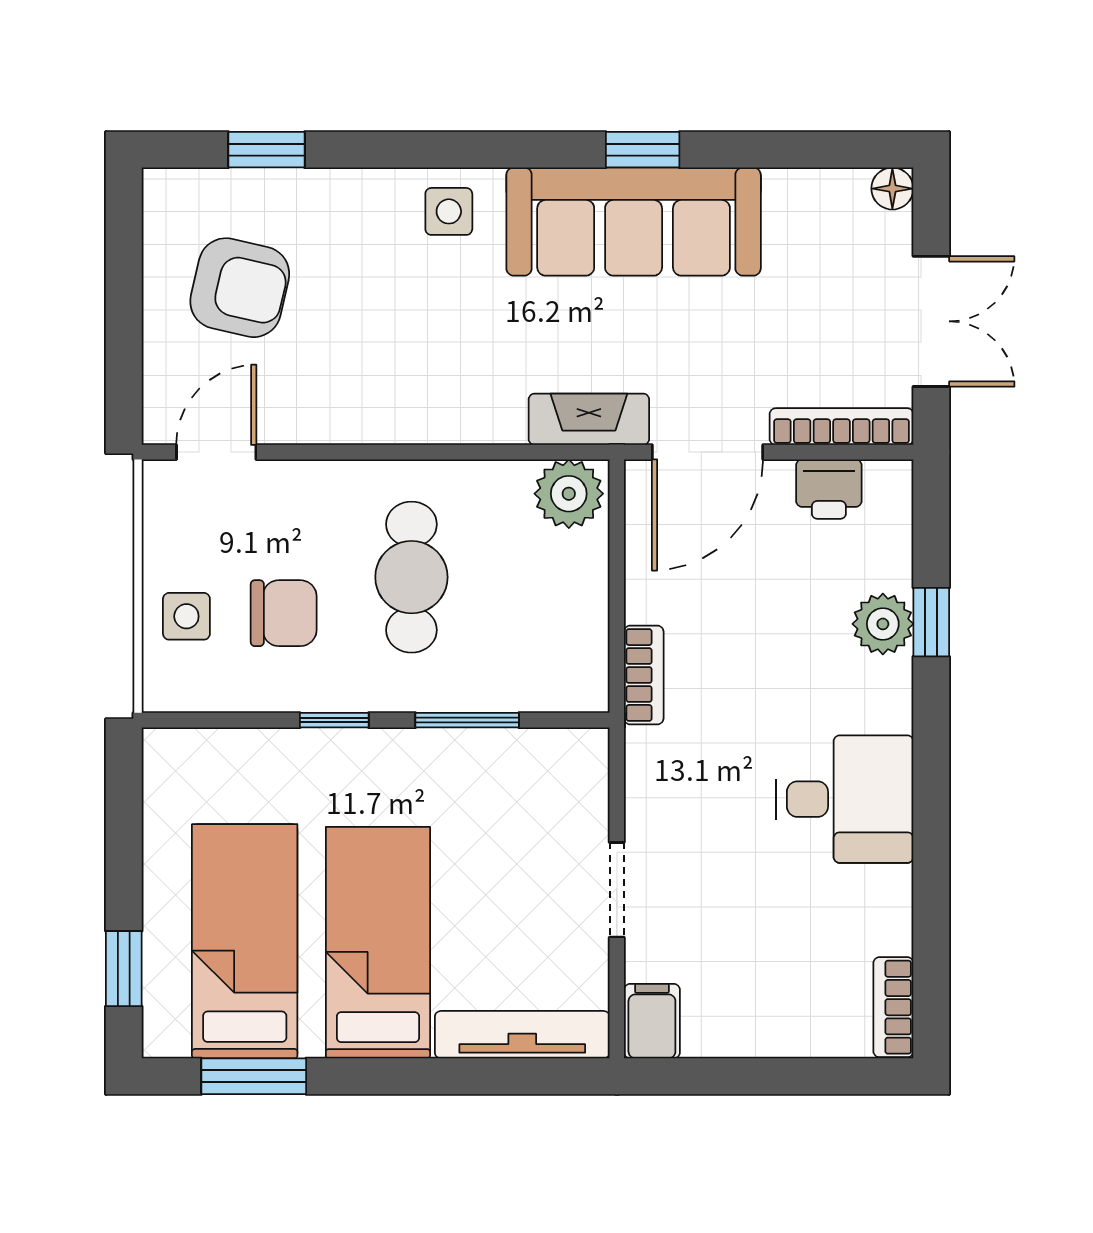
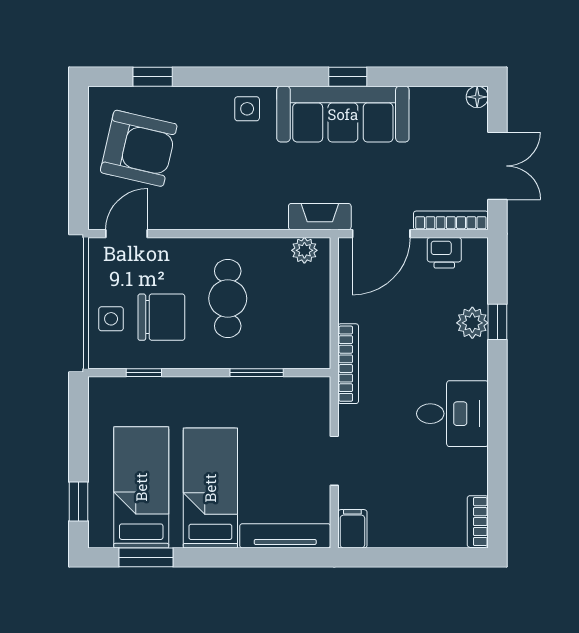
armchair: (240, 288) -> (139, 148), width x1.36, depth x1.36
plant: (569, 494) -> (304, 250), width x0.73, depth x0.73
chair: (284, 613) -> (161, 317), width x1.37, depth x1.37
bookcase: (644, 675) -> (348, 364), width x1.56
window: (334, 720) -> (144, 373), moved

